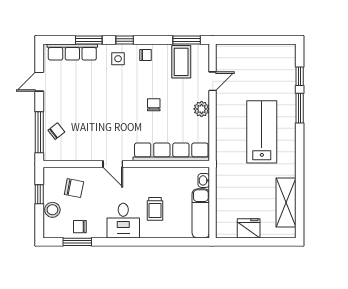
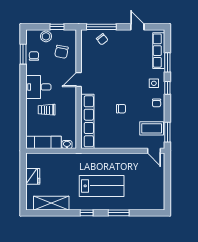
window: (300, 76) -> (87, 213), moved
door: (213, 81) -> (154, 151), moved
plant: (202, 109) -> (118, 143), removed

